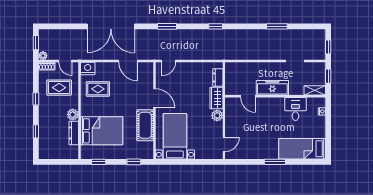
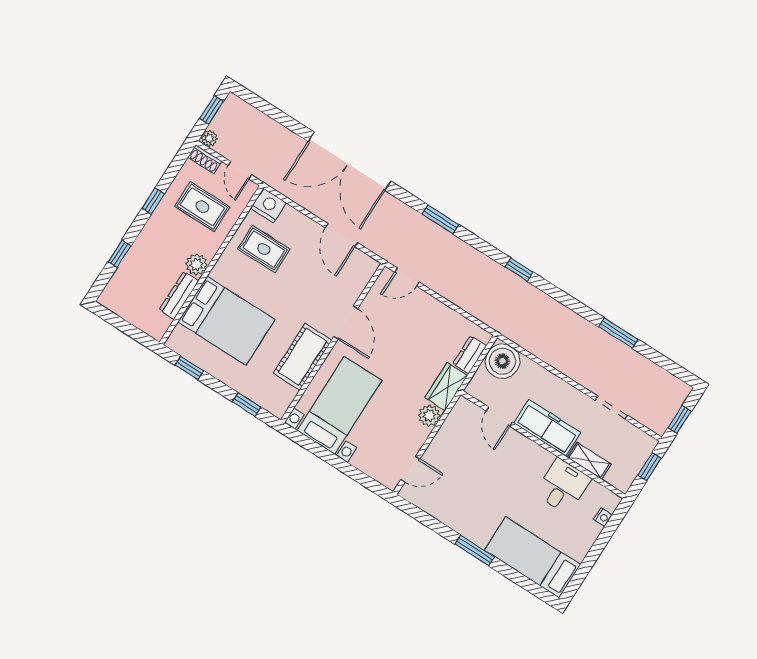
boiler: (234, 71) -> (502, 361), added
shelving: (315, 90) -> (589, 461), moved

